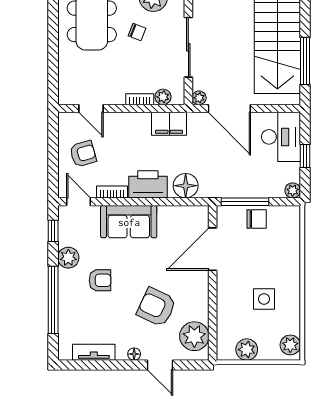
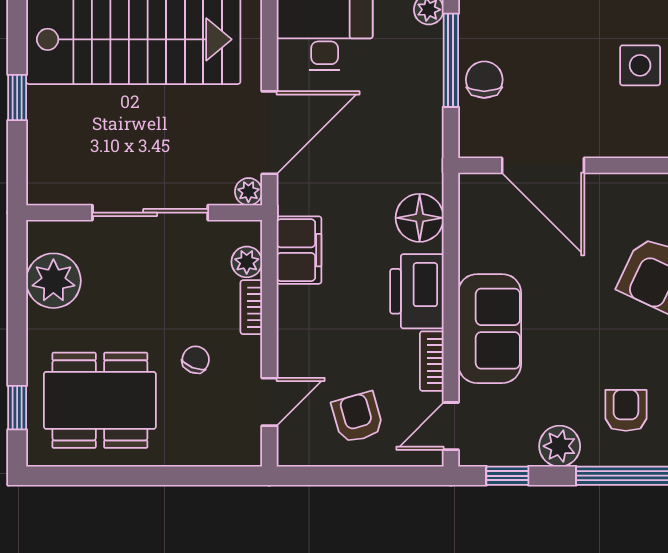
chair: (137, 32) -> (196, 360), moved
window: (245, 202) -> (451, 60), moved
armchair: (100, 280) -> (626, 410), moved

